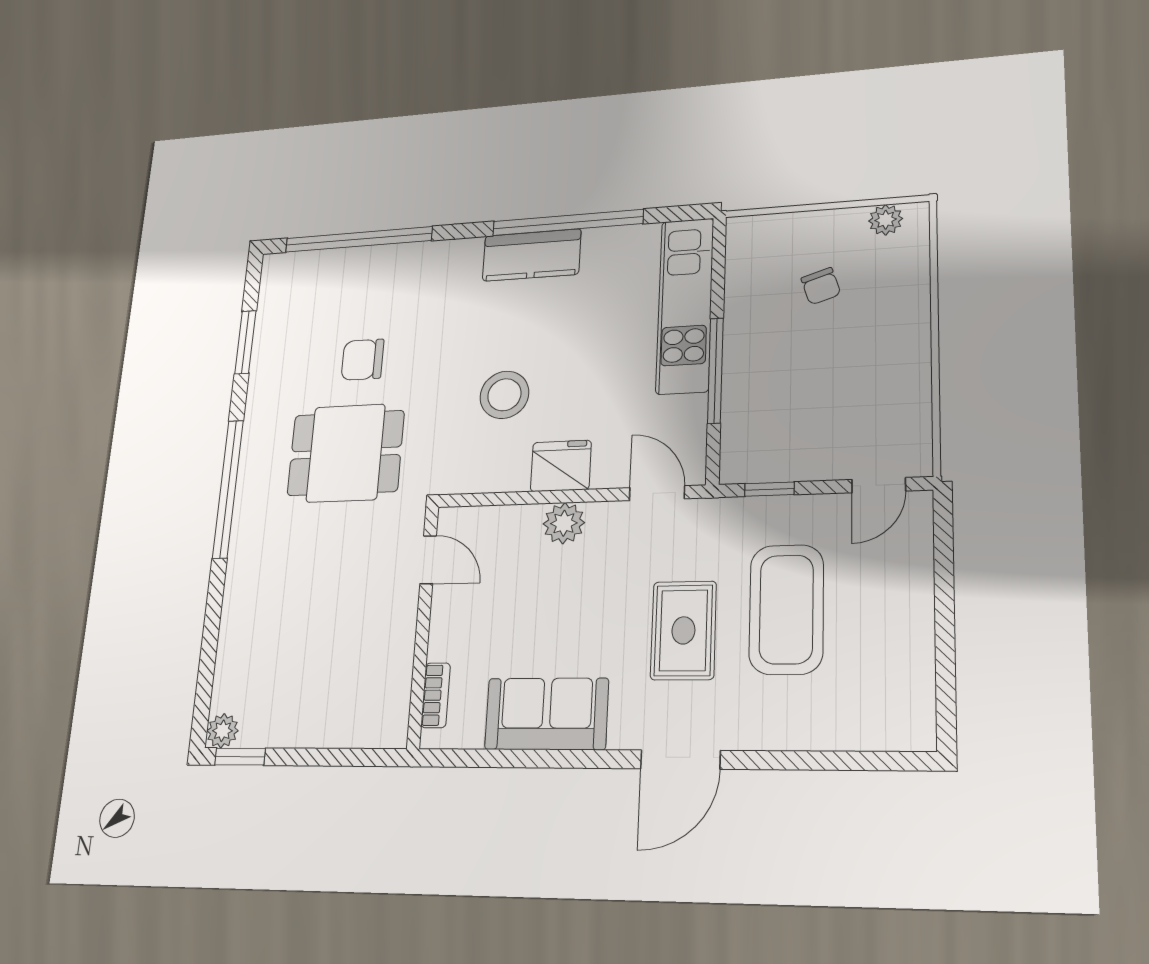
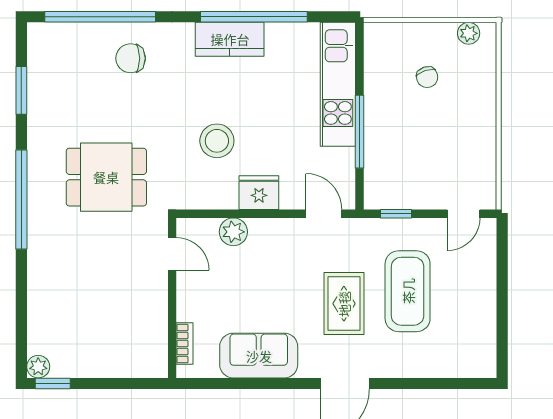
chair: (363, 360) -> (131, 58), moved
plant: (564, 523) -> (233, 232), moved

